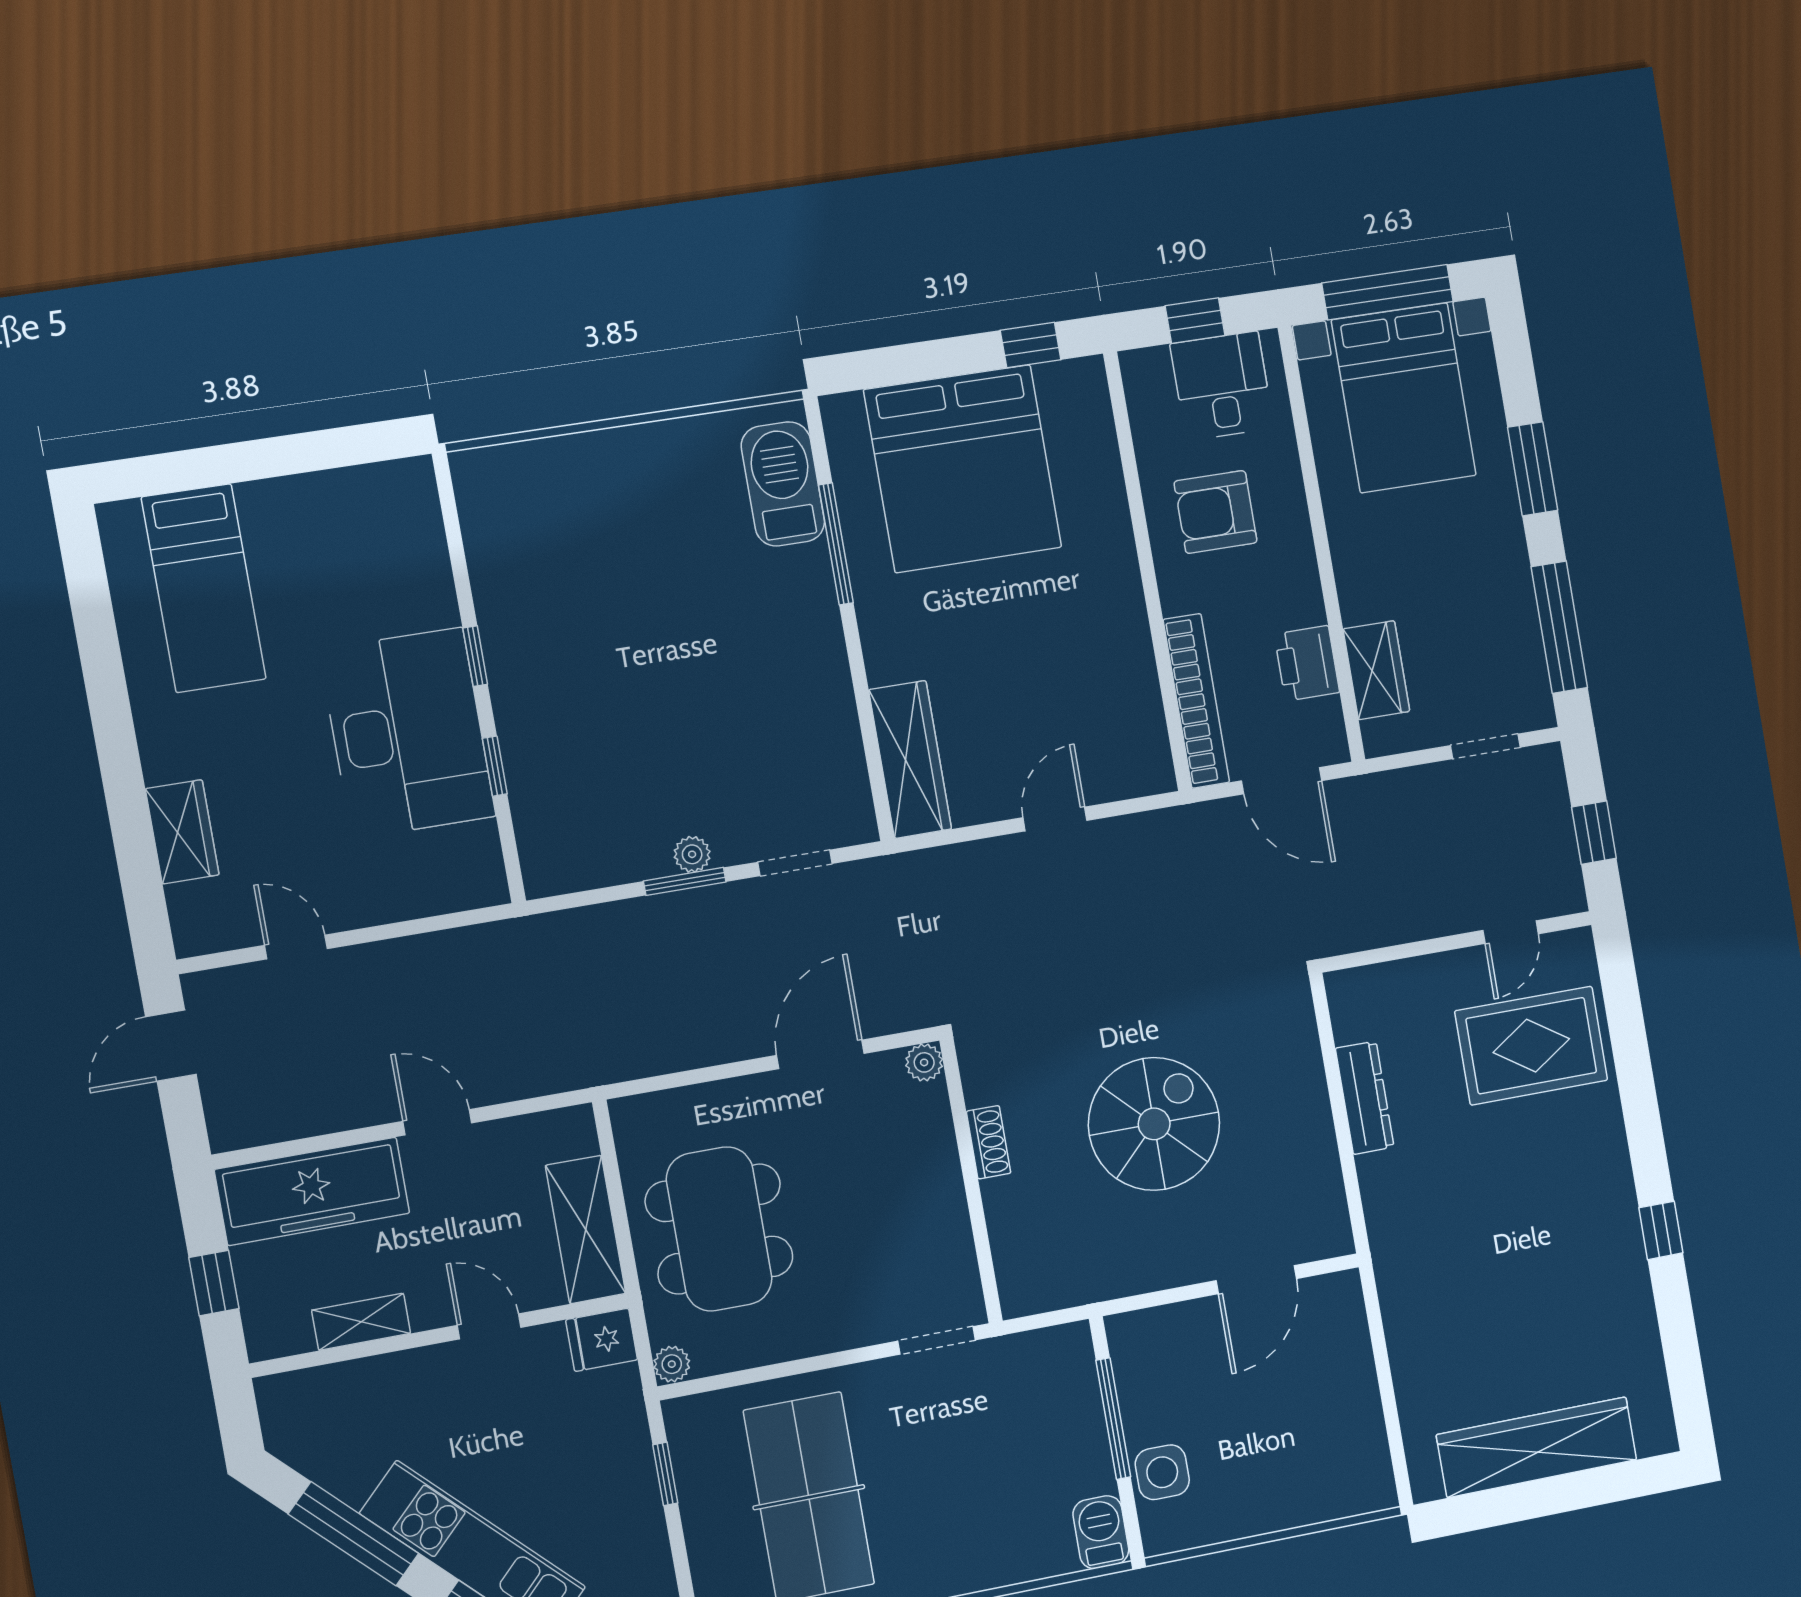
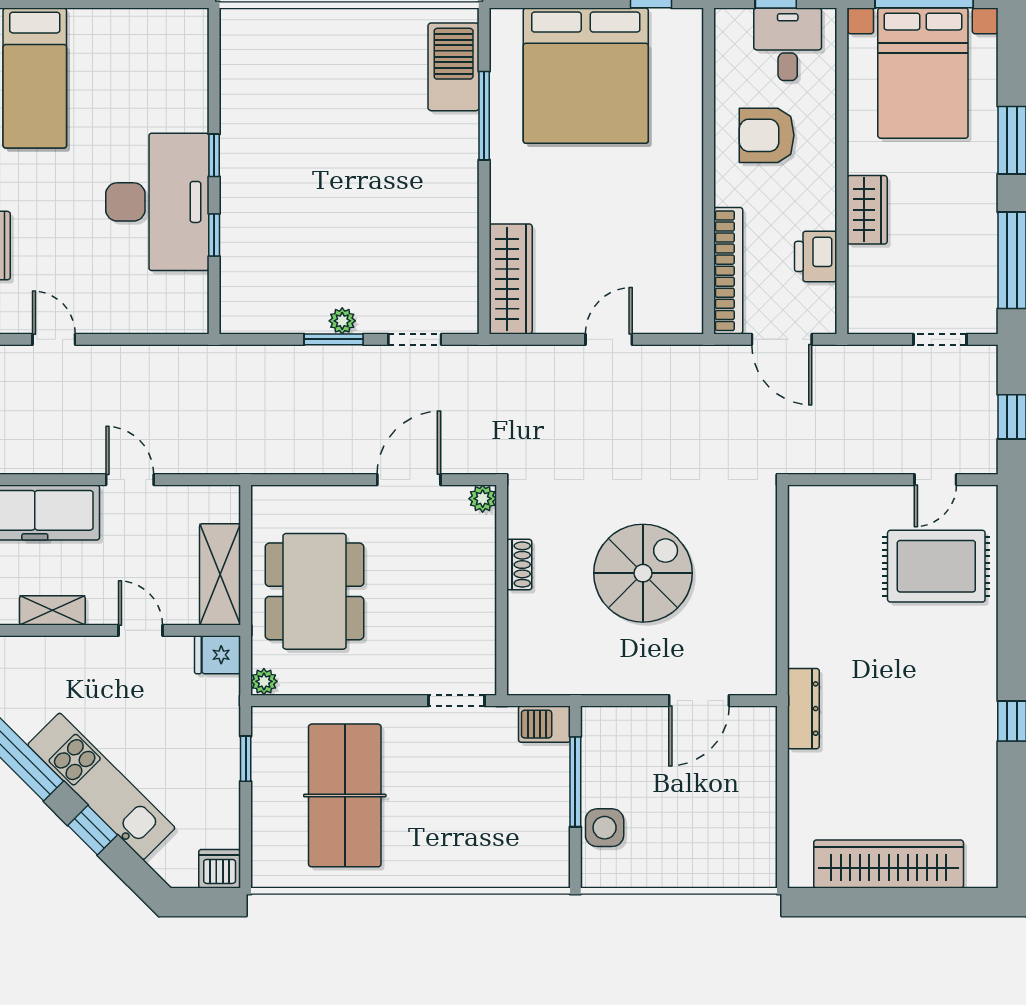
wardrobe: (1376, 670) -> (867, 210), moved
dresser: (1365, 1098) -> (803, 709), moved
barbecue: (1101, 1532) -> (544, 724), moved, turned -90

